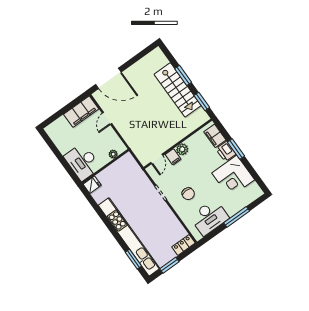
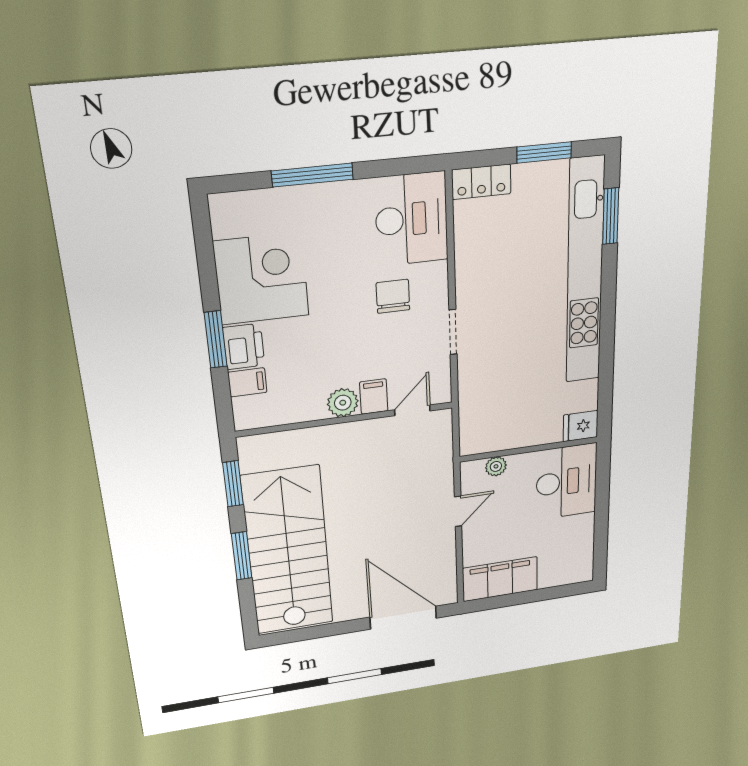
stairs: (178, 90) -> (288, 551), width x1.36, depth x1.51
door: (107, 118) -> (458, 511), moved
filing cabinet: (215, 136) -> (247, 382), width x0.50
desk: (209, 217) -> (411, 219), moved, turned 90

